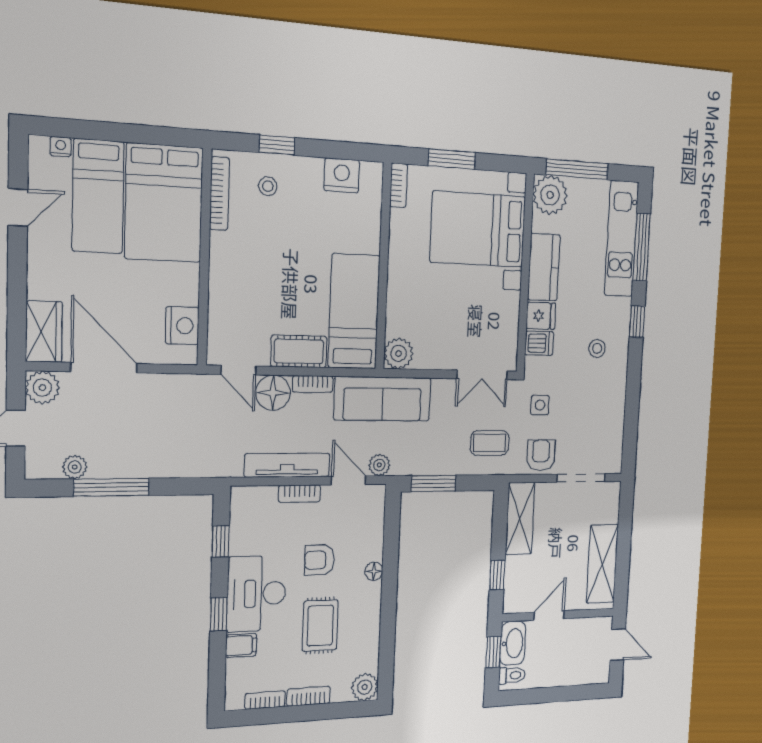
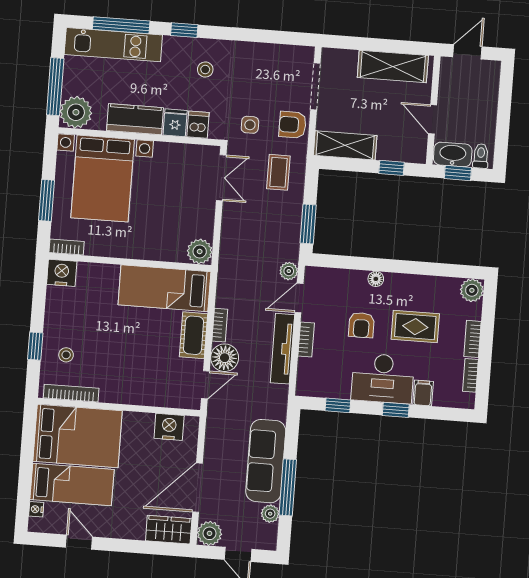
nightstand: (342, 175) -> (62, 273), moved, turned 90
sofa: (383, 399) -> (266, 461), moved, turned 180

